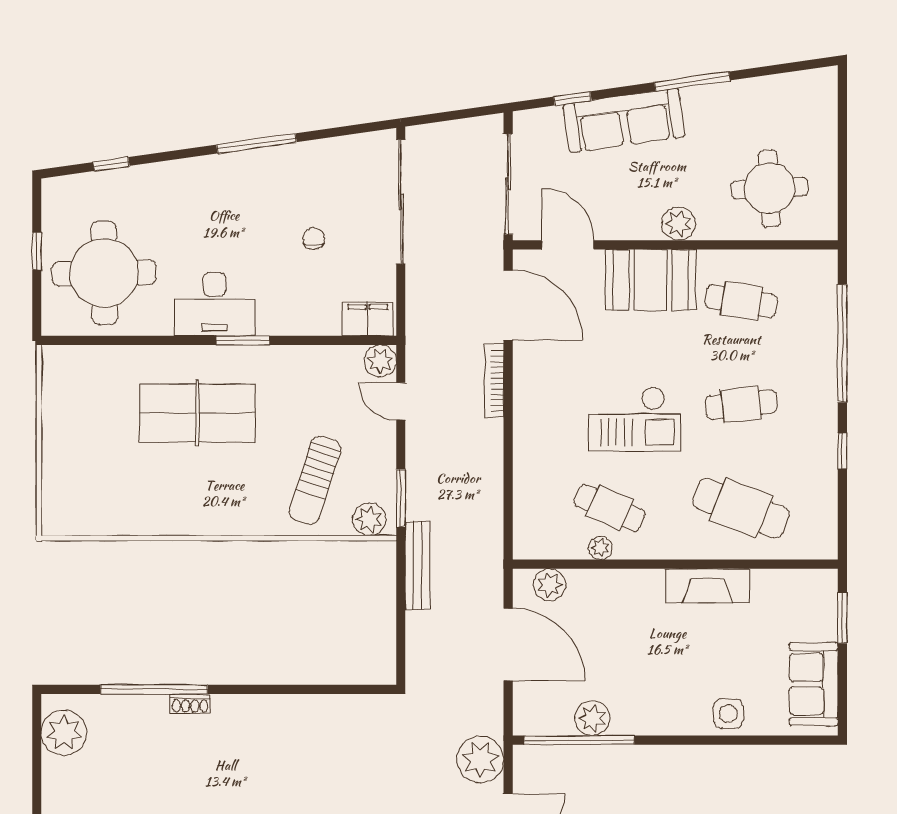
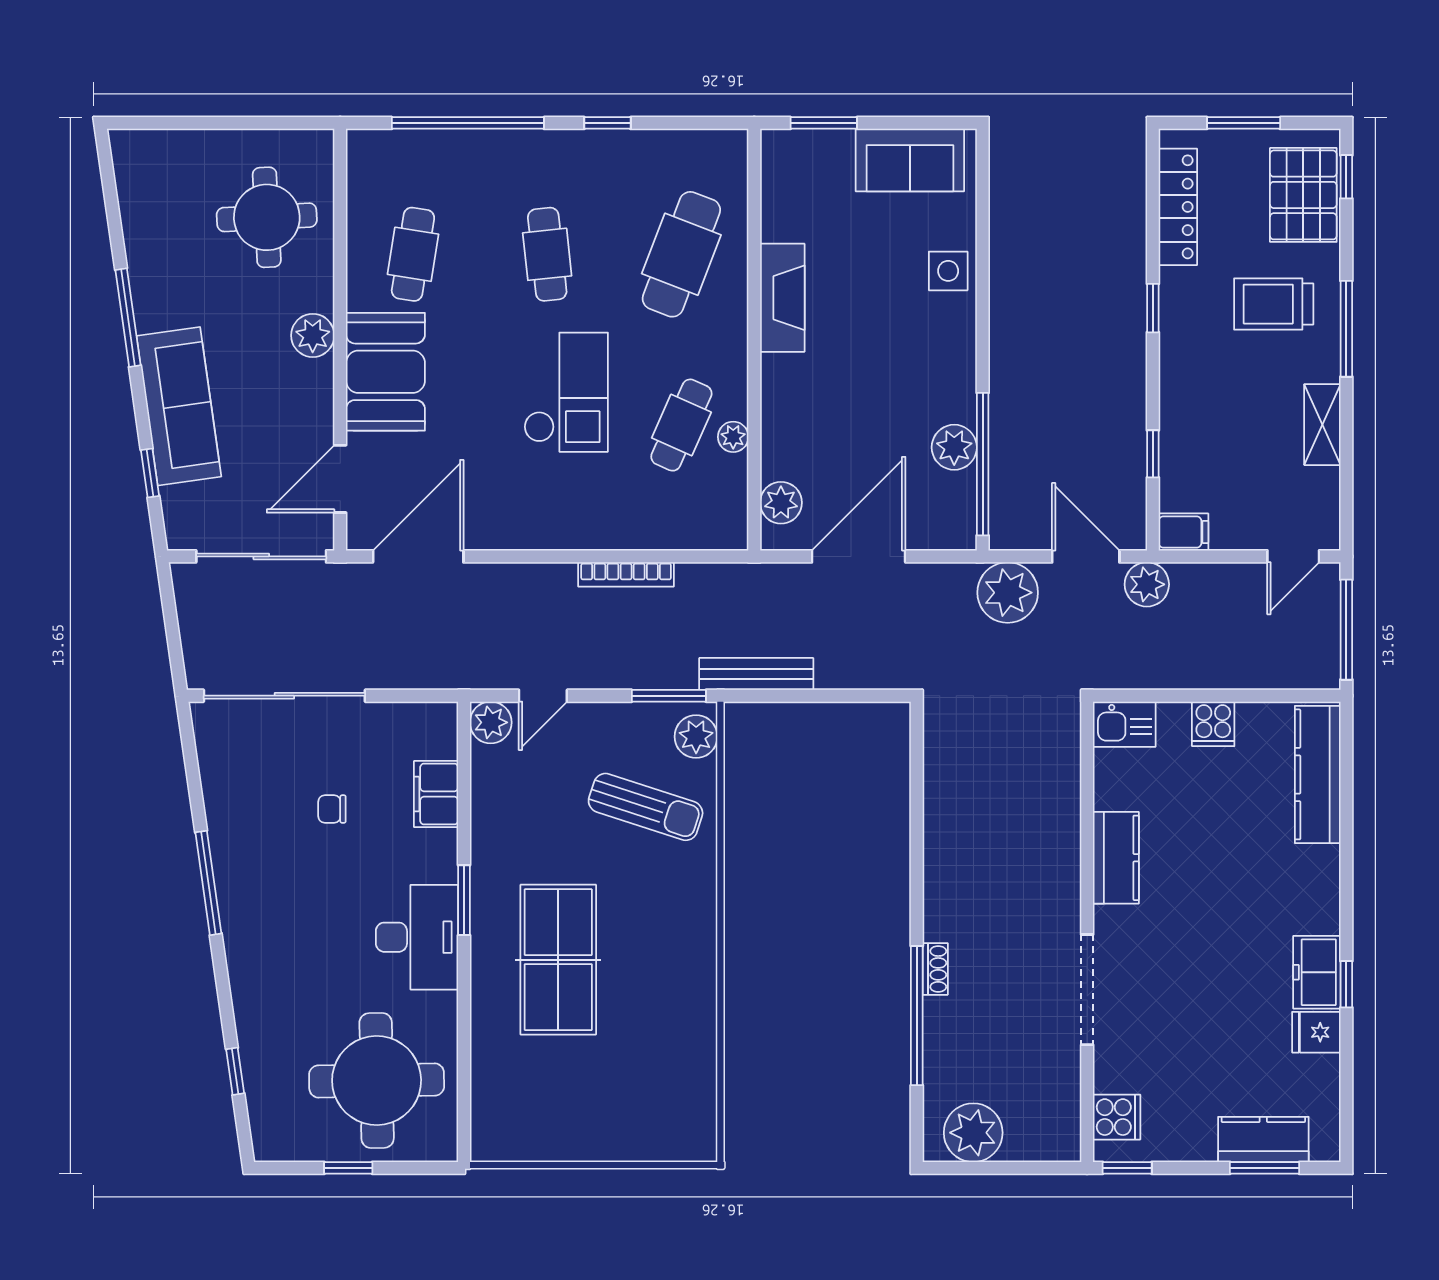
filing cabinet: (368, 319) -> (436, 794), moved
bookcase: (494, 381) -> (626, 574), moved

